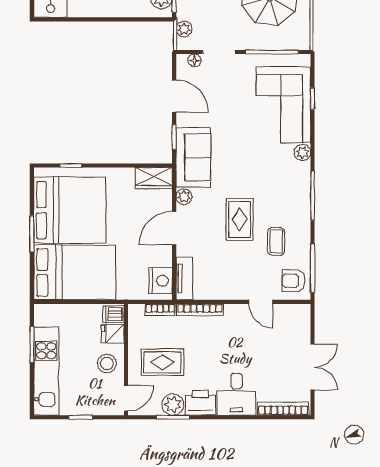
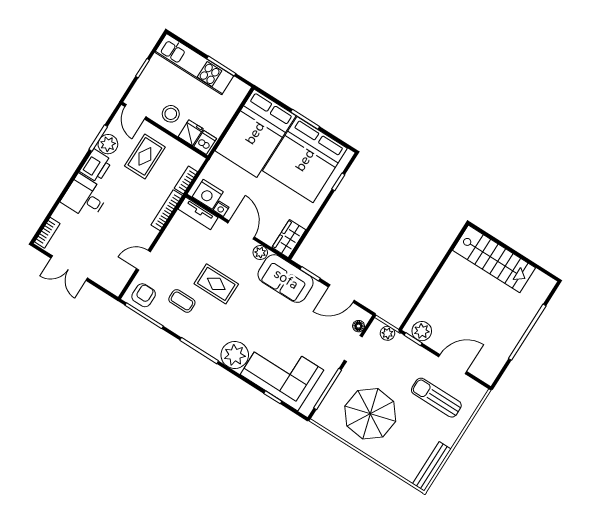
plant: (302, 152) -> (235, 355), width x1.88, depth x1.88
nightstand: (166, 260) -> (221, 209), added
bookcase: (283, 409) -> (47, 233), width x0.64

